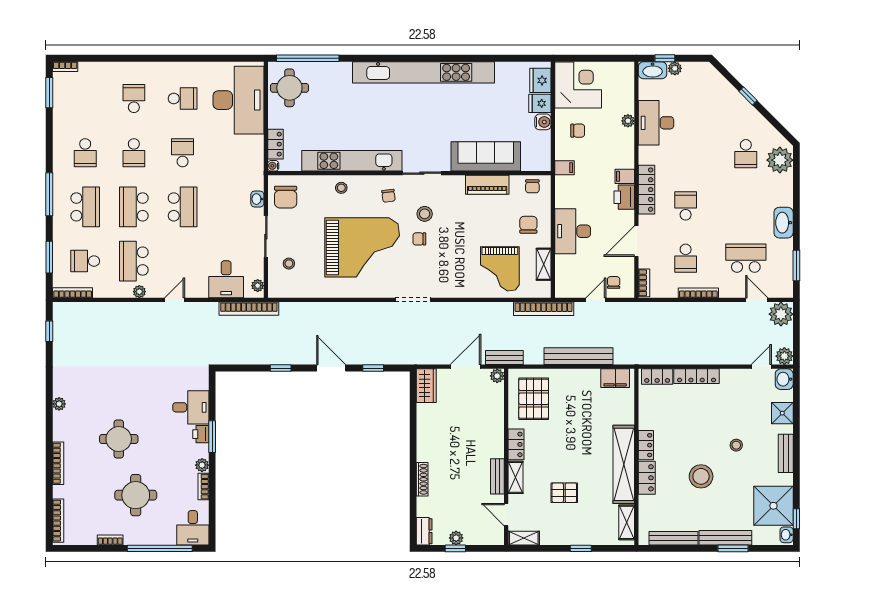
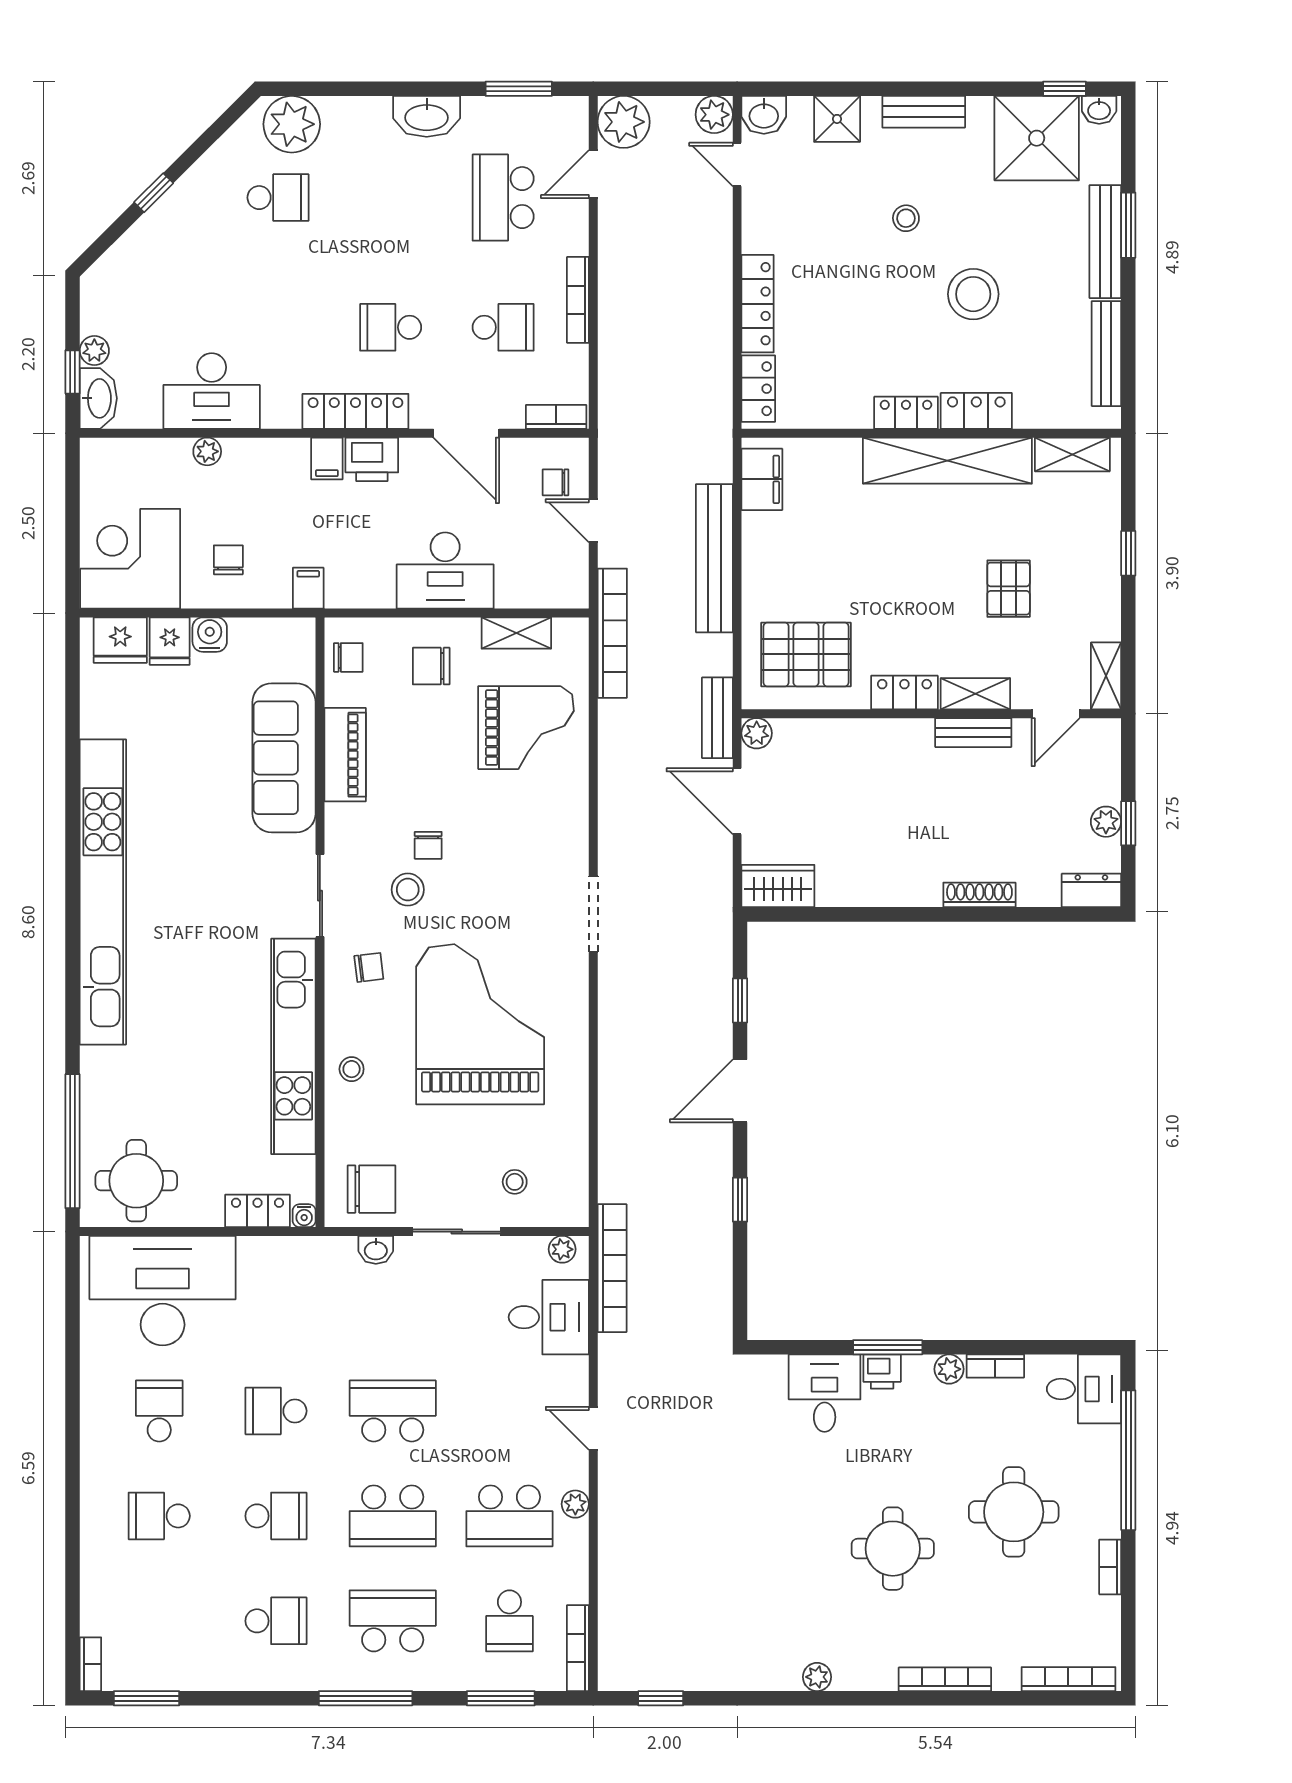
chair: (419, 239) -> (428, 845), moved

